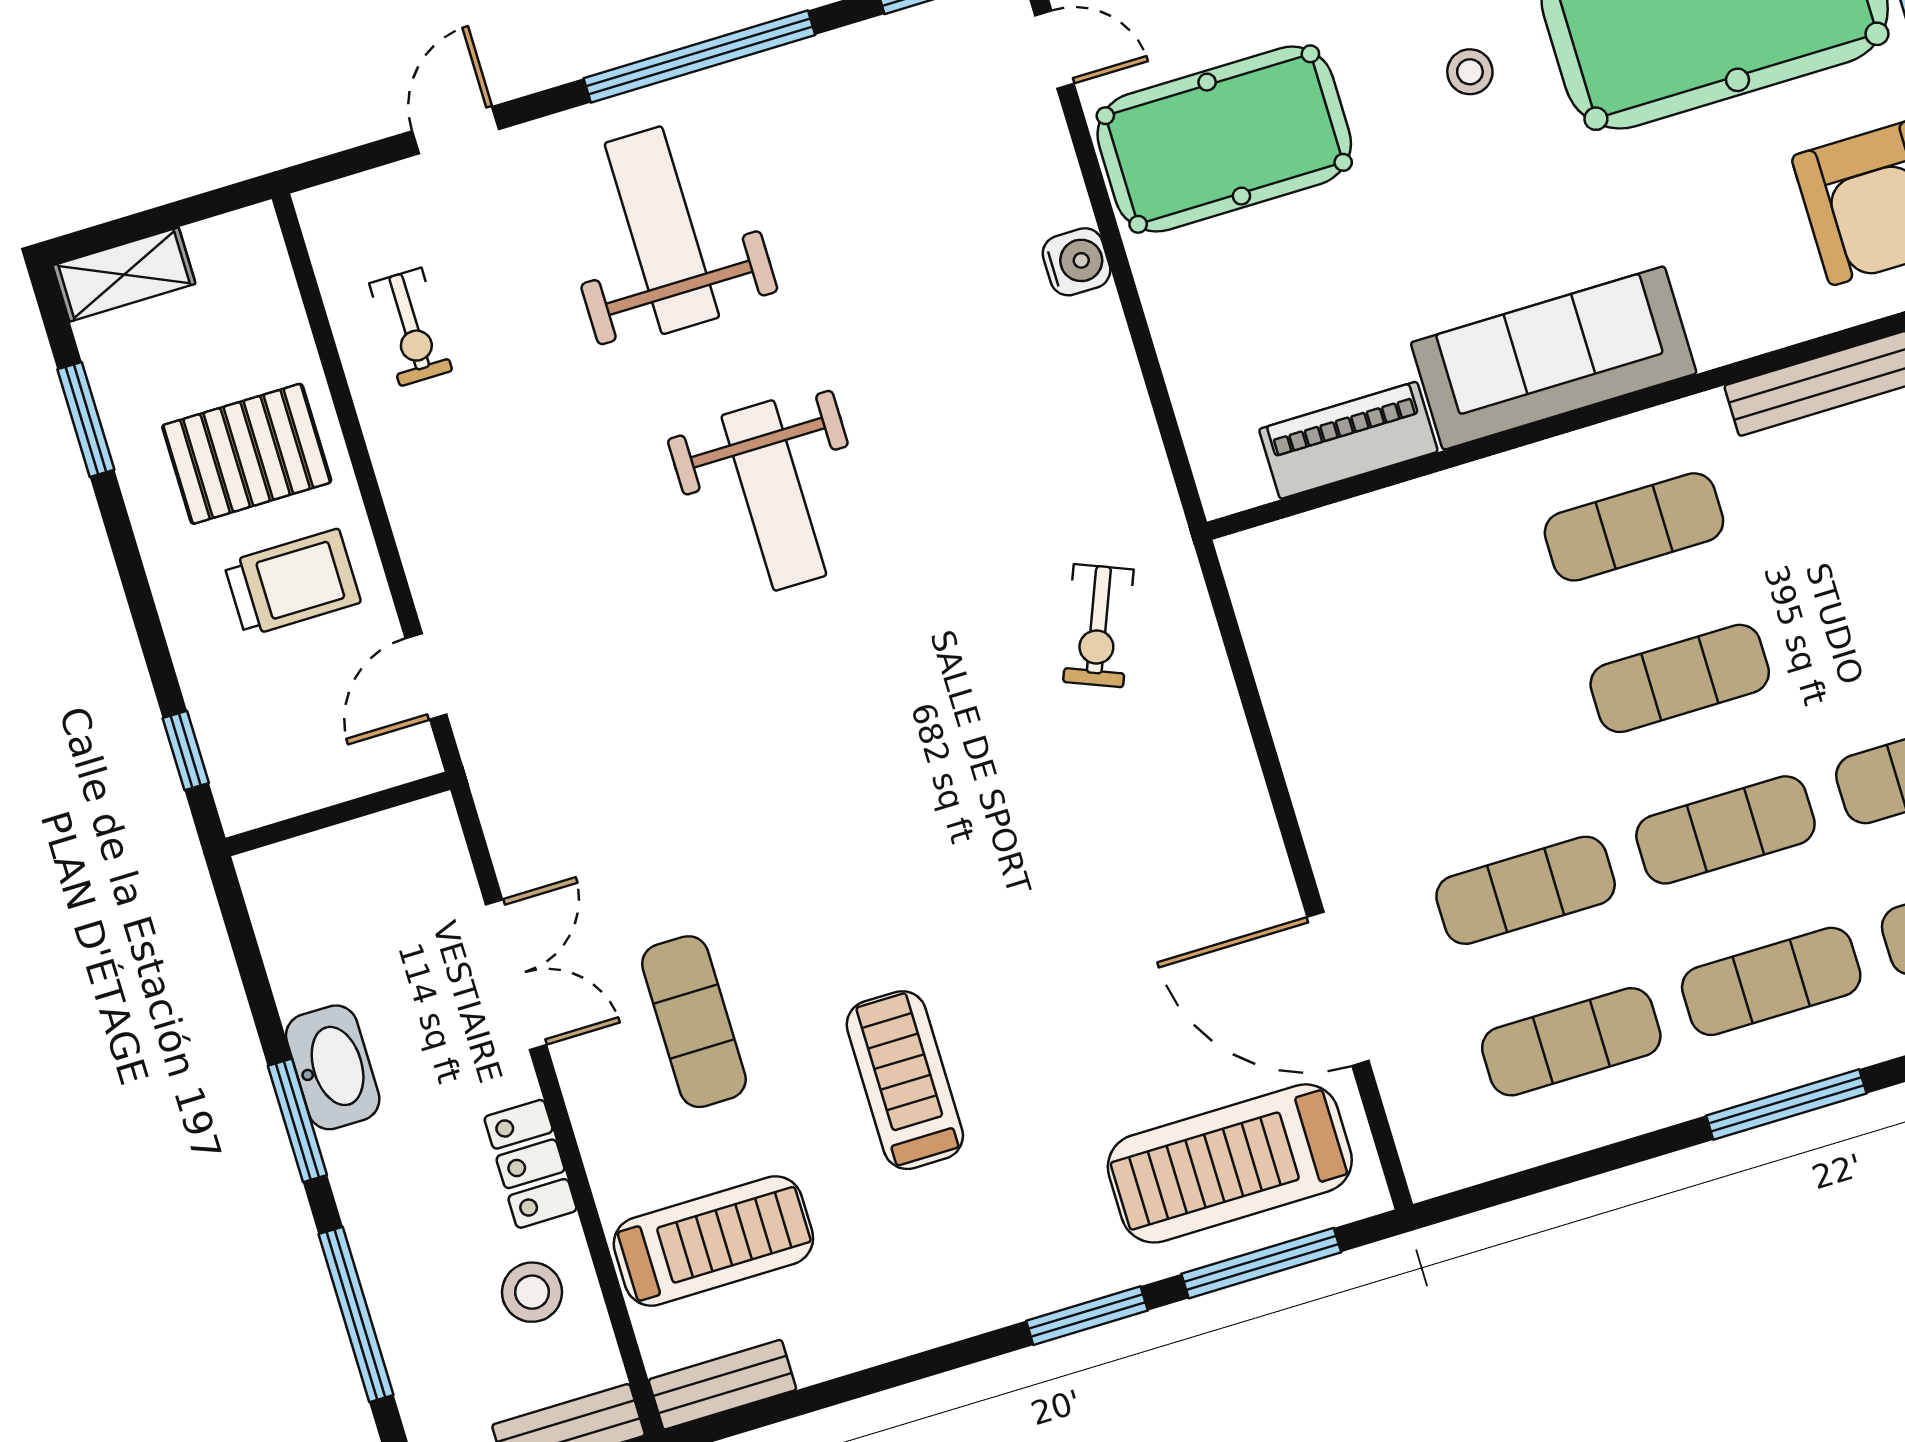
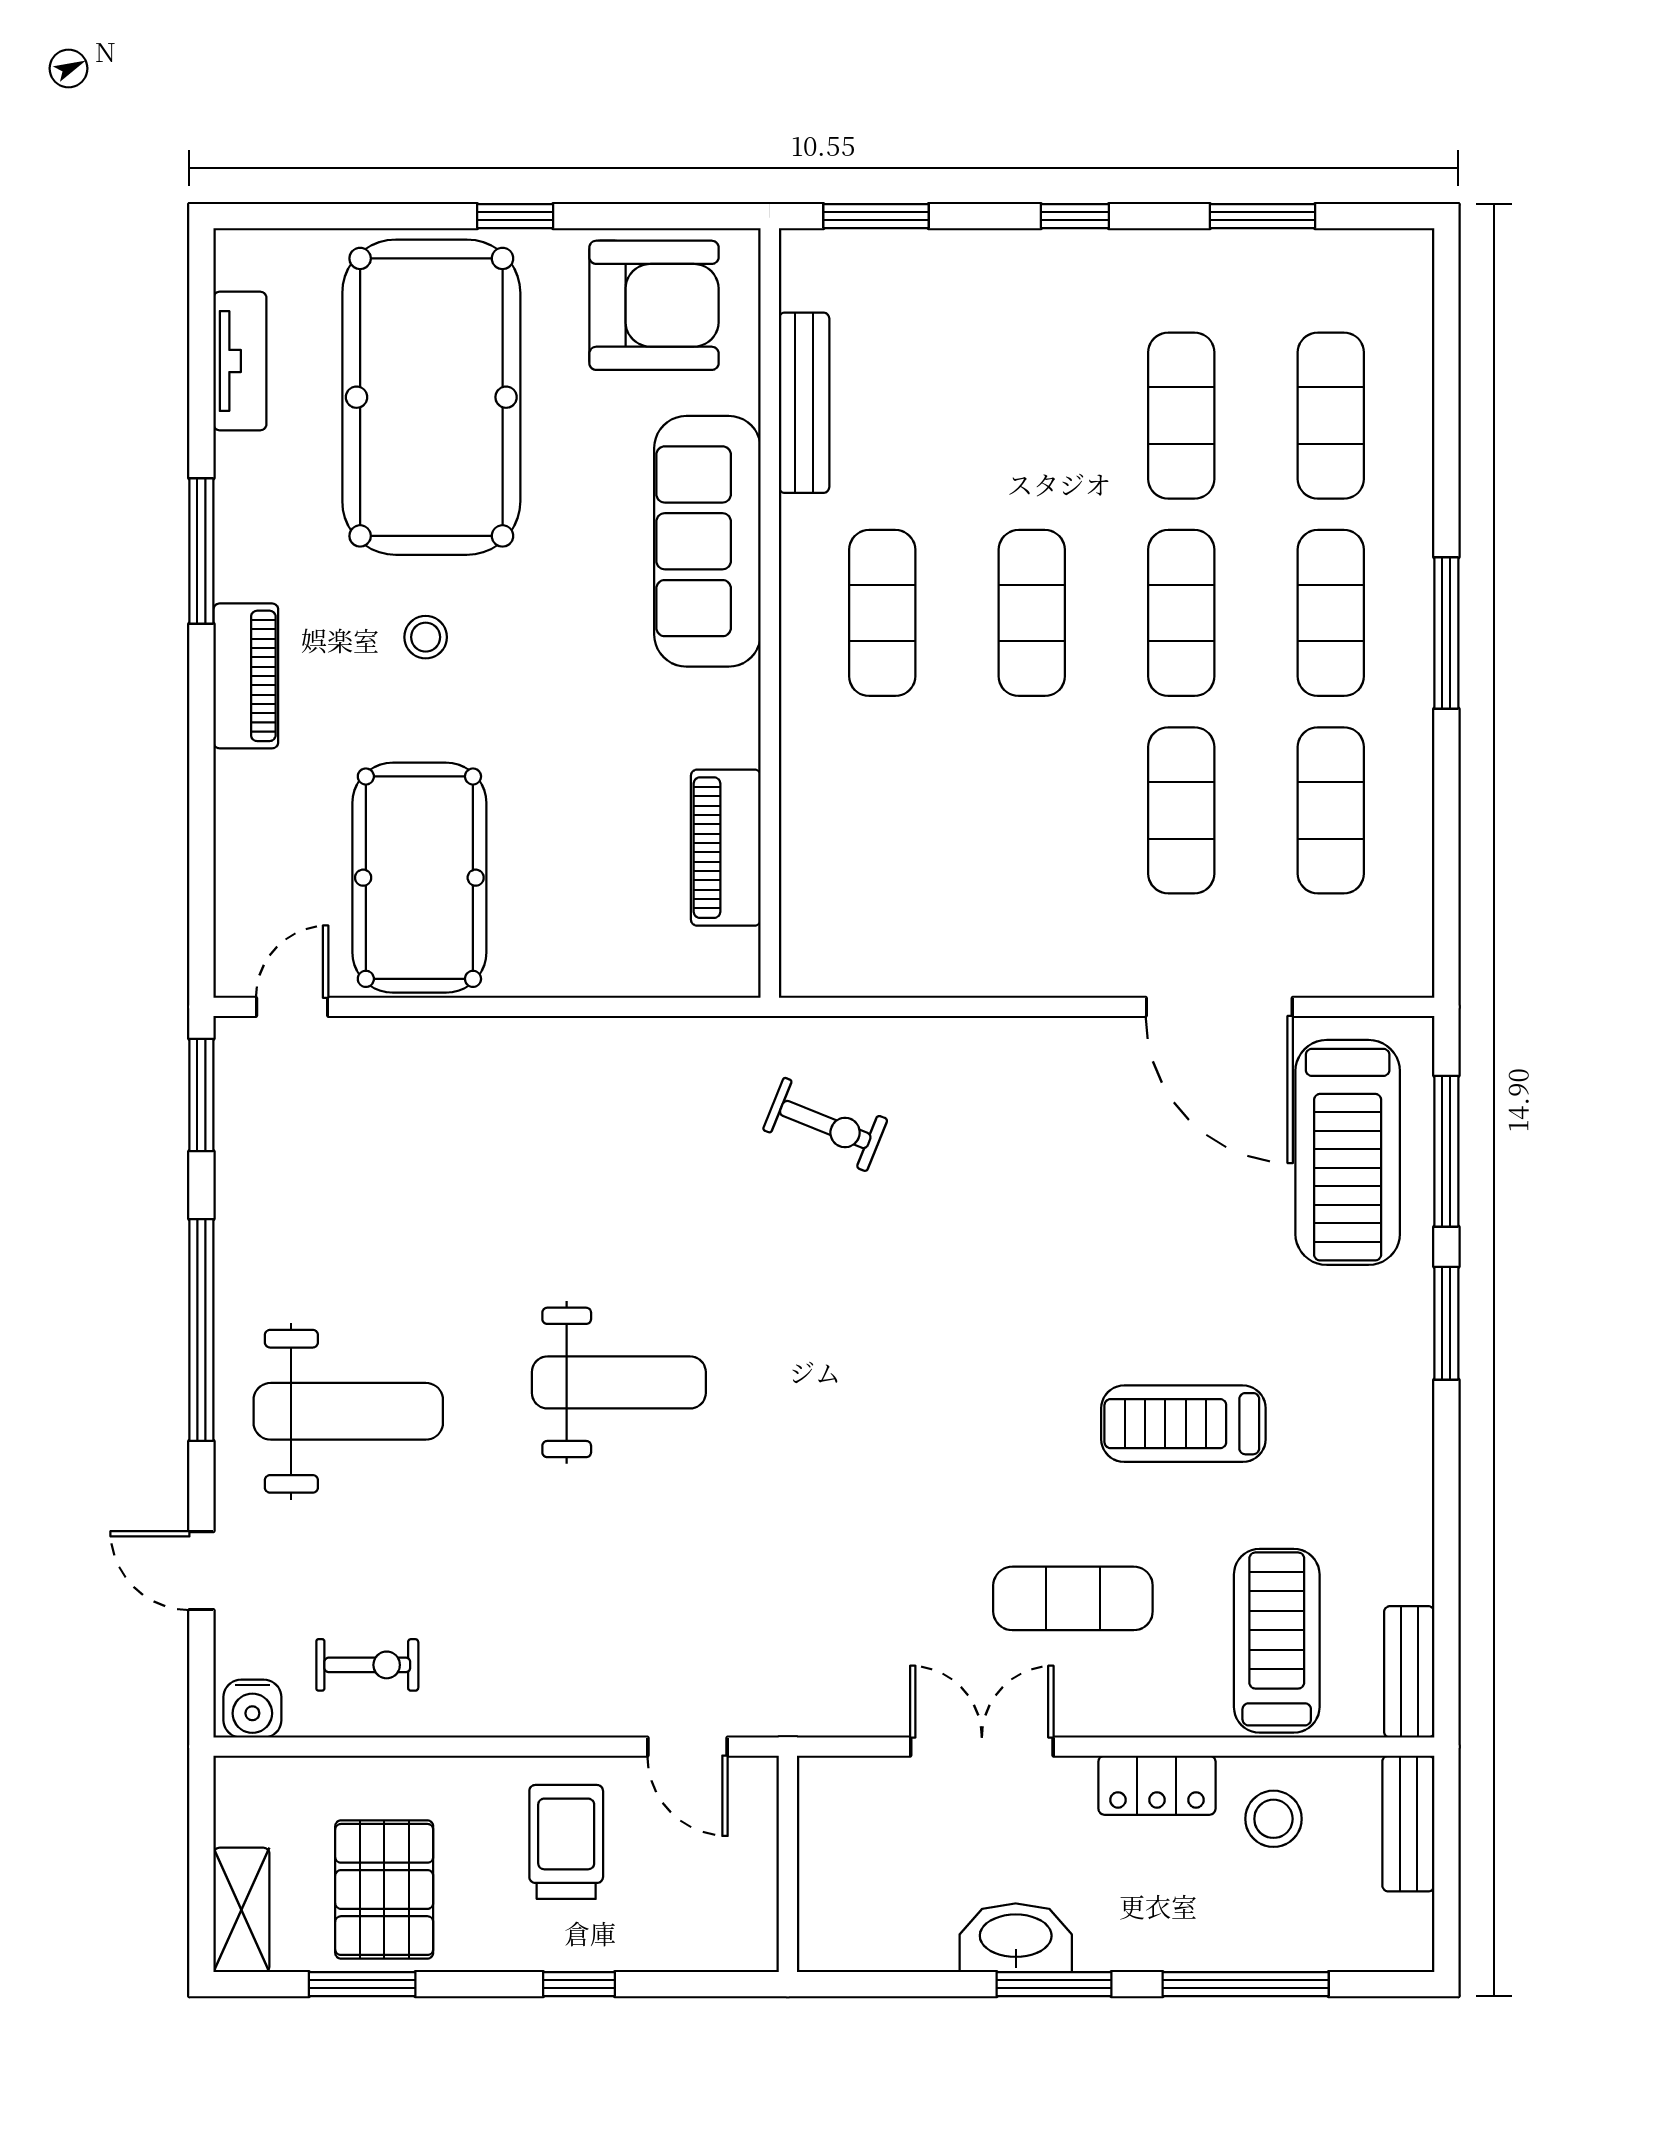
weight bench: (662, 230) -> (348, 1411), turned 180
water cooler: (1077, 262) -> (252, 1709), moved, turned 180
sofa: (1554, 358) -> (707, 541), moved
pallet: (247, 454) -> (384, 1889), moved
window: (186, 751) -> (579, 1984), moved
door: (1338, 989) -> (1219, 1007), hinge flipped

